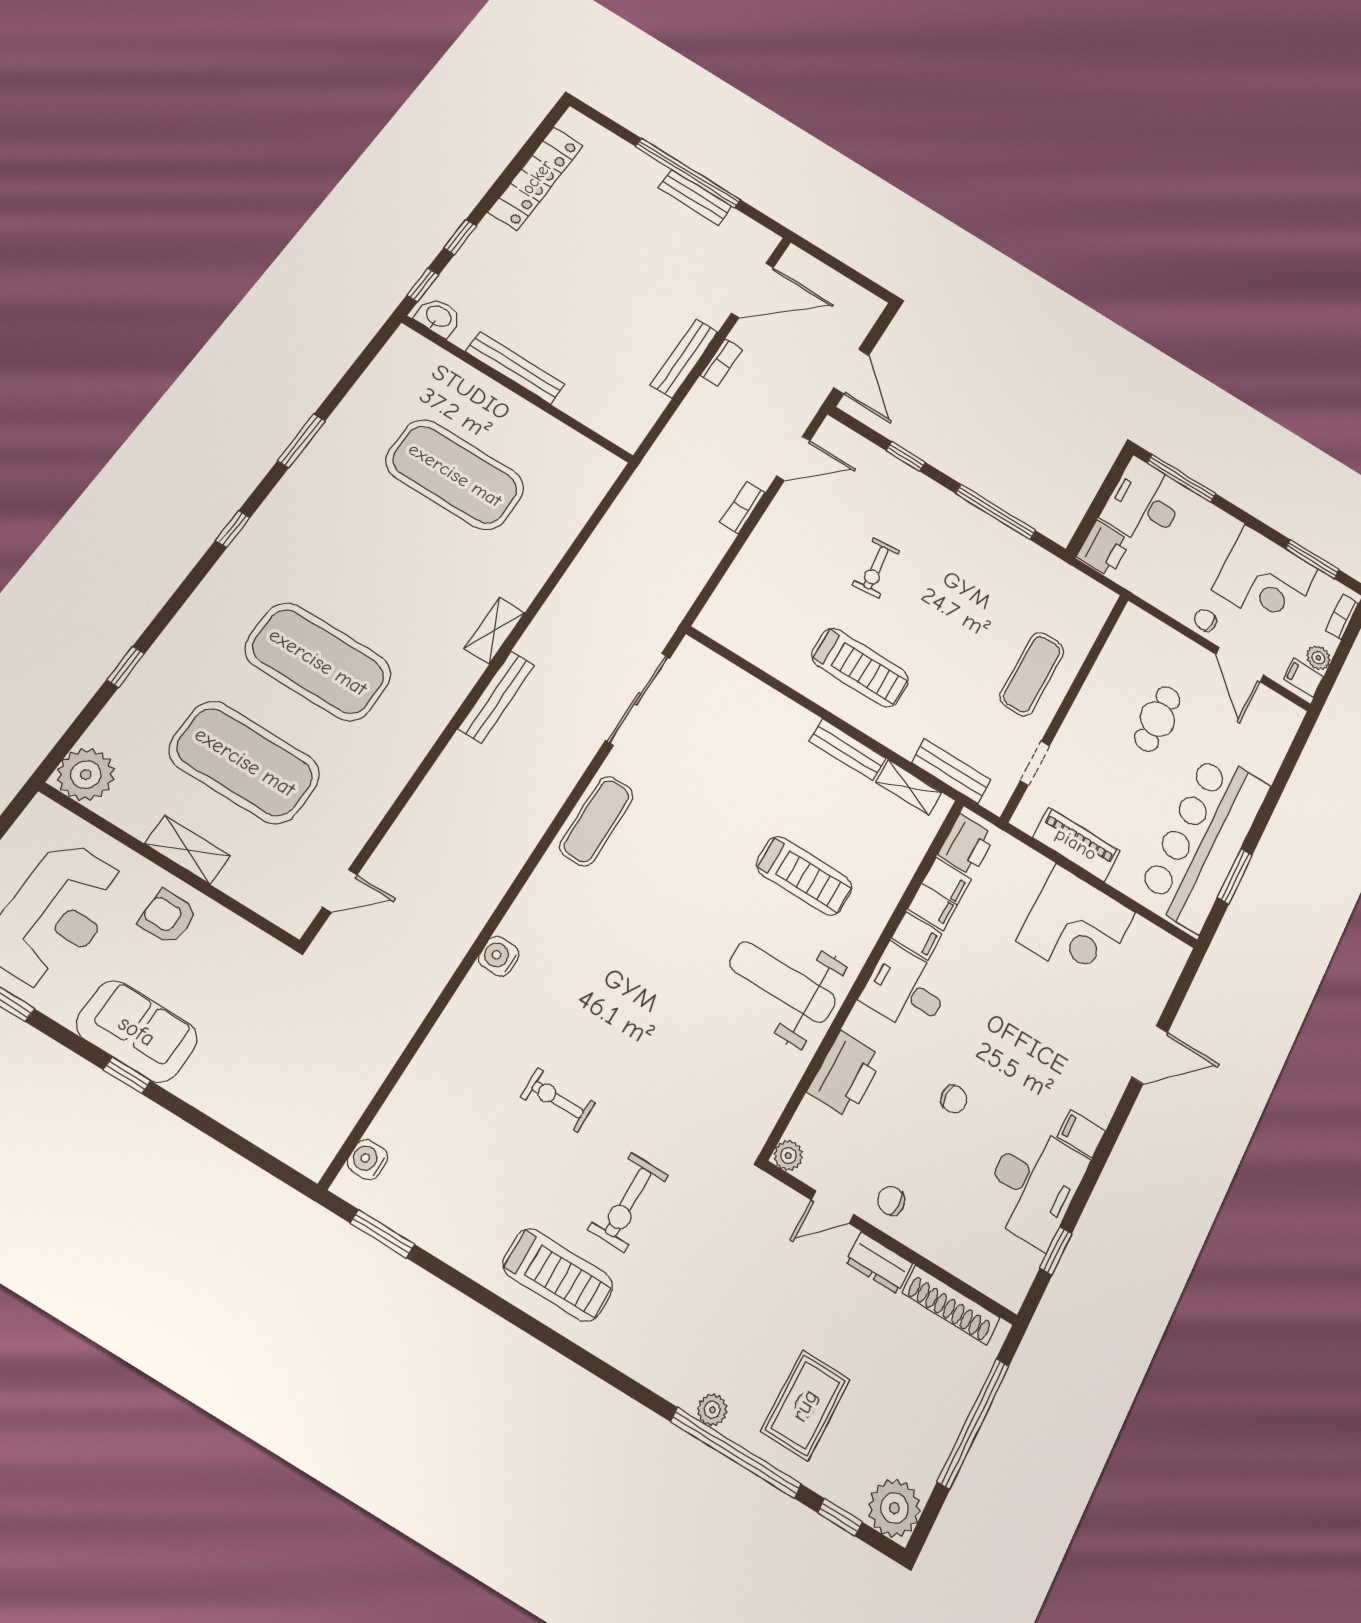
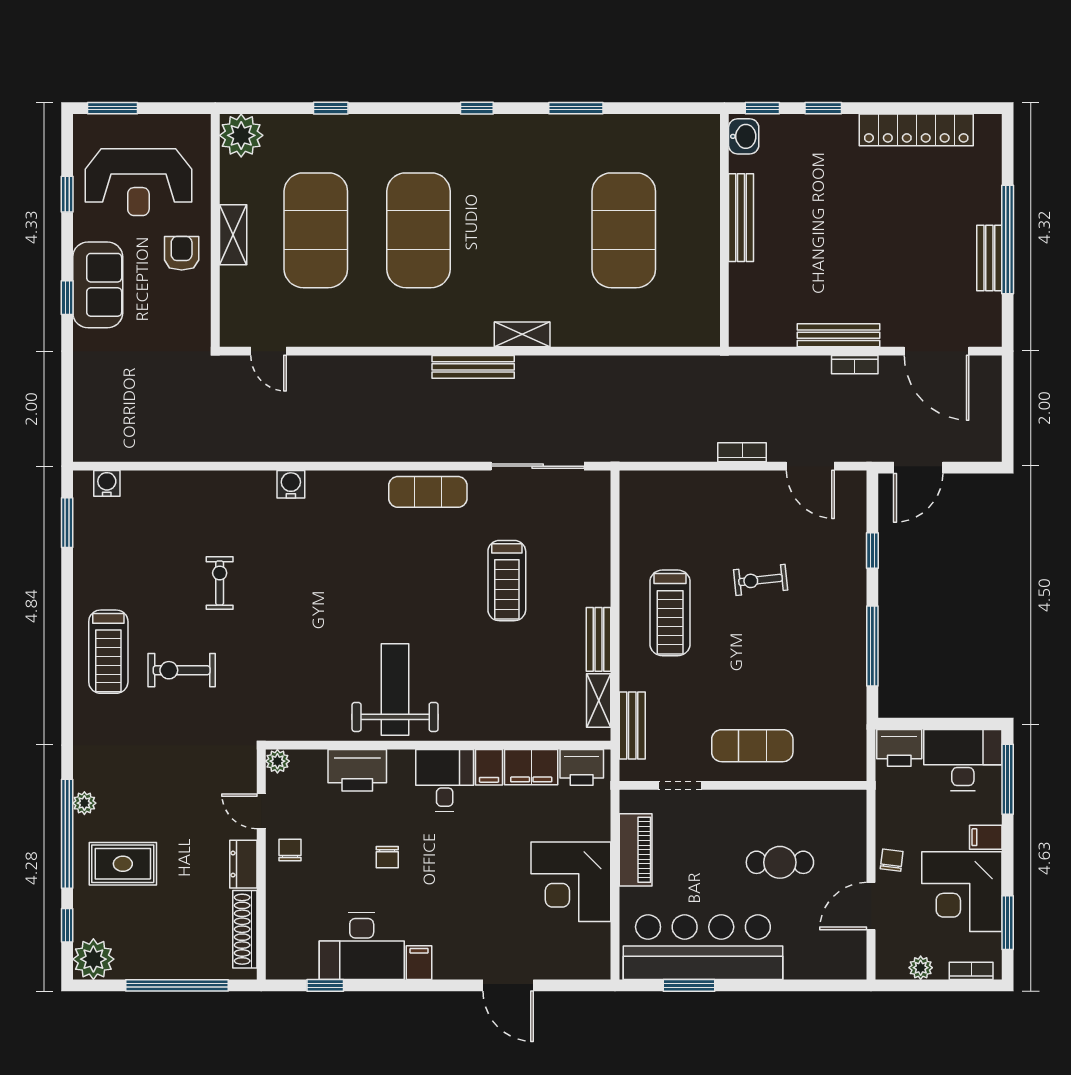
filing cabinet: (1303, 678) -> (986, 837), moved, turned -90
treadmill: (804, 876) -> (507, 581), moved

